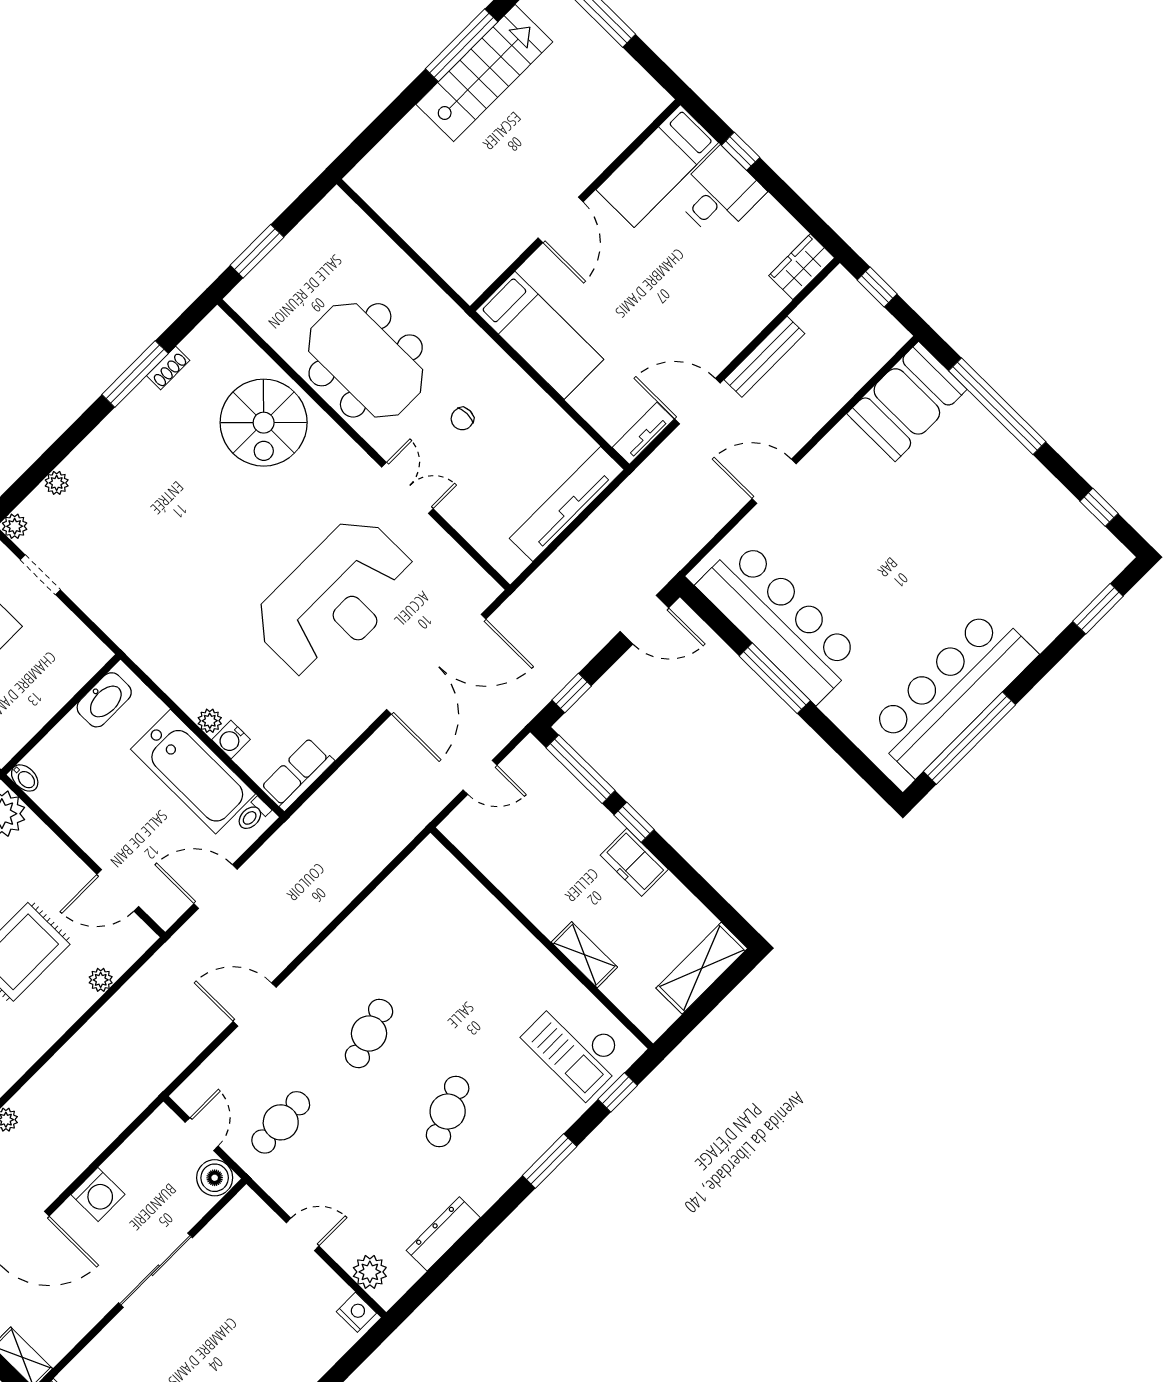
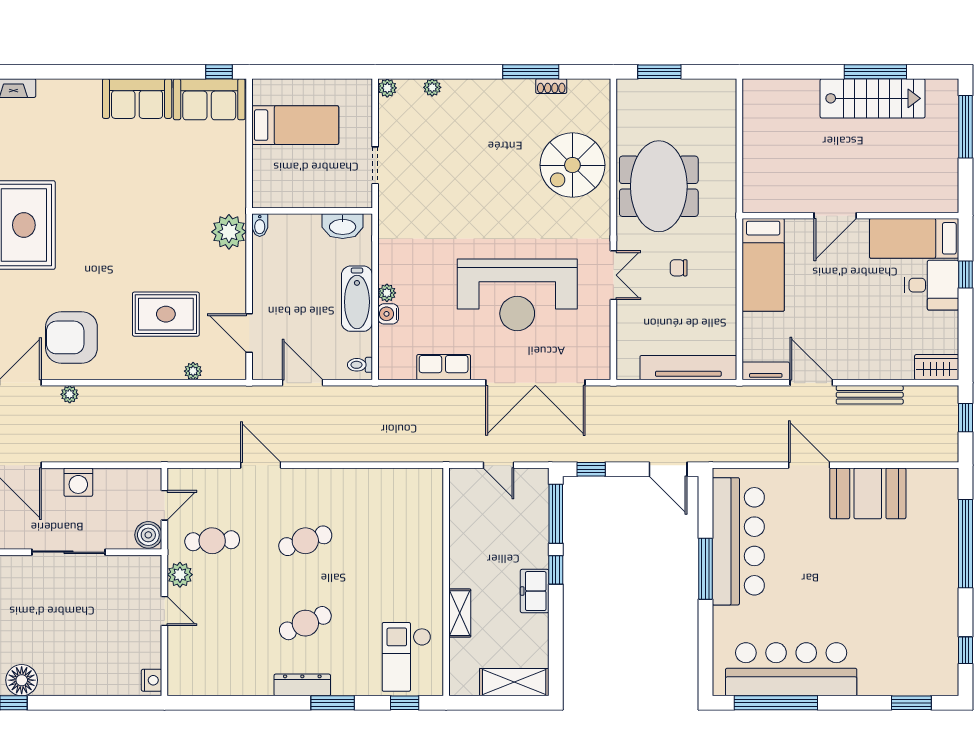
booth: (907, 401) -> (868, 493), moved
doorway: (40, 575) -> (375, 165), moved
bathtub: (193, 772) -> (357, 299), width x0.73, depth x0.73
row of seats: (298, 774) -> (444, 367), moved
dresser: (443, 1234) -> (302, 685), moved
plant: (370, 1272) -> (180, 575), moved

